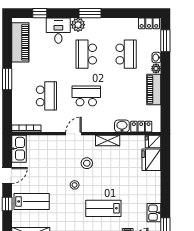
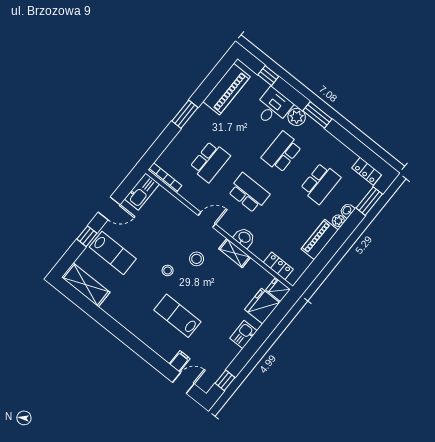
washbasin: (122, 126) -> (244, 238), moved
kitchen sink: (154, 213) -> (243, 335), moved

